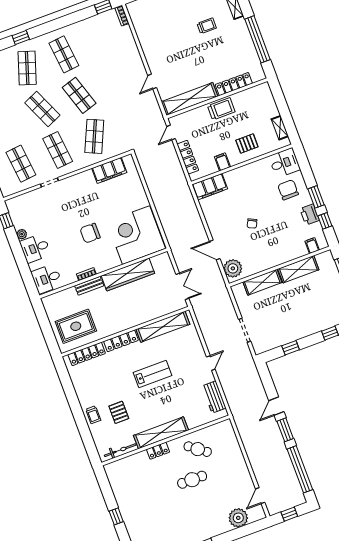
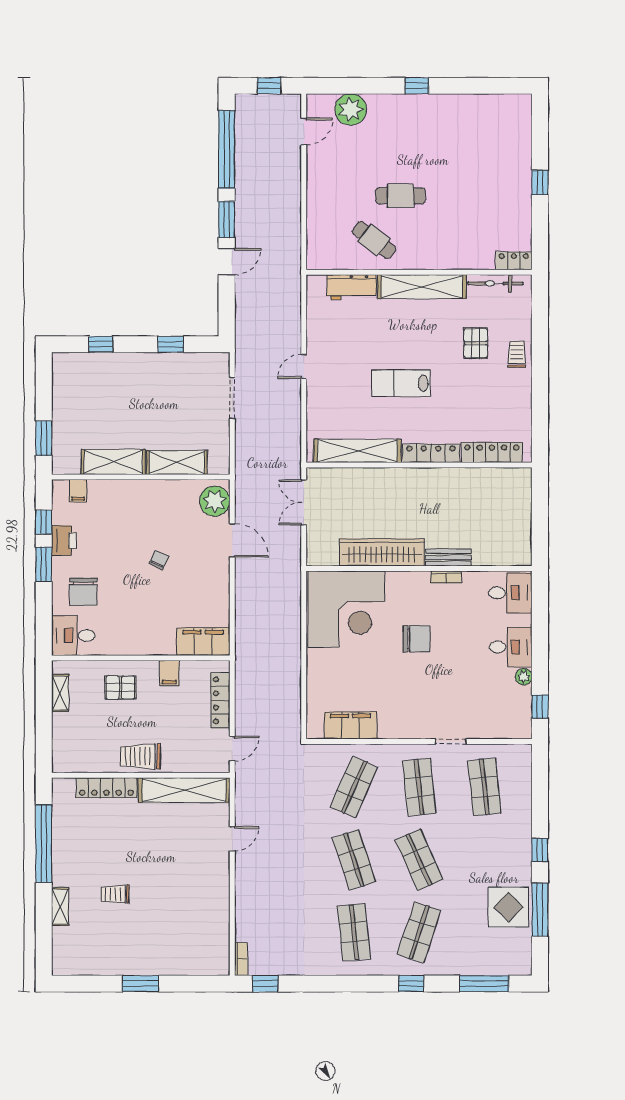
rug: (76, 326) -> (493, 502), removed
workbench: (214, 397) -> (352, 287), moved, turned 90
locker: (158, 451) -> (514, 261), moved

